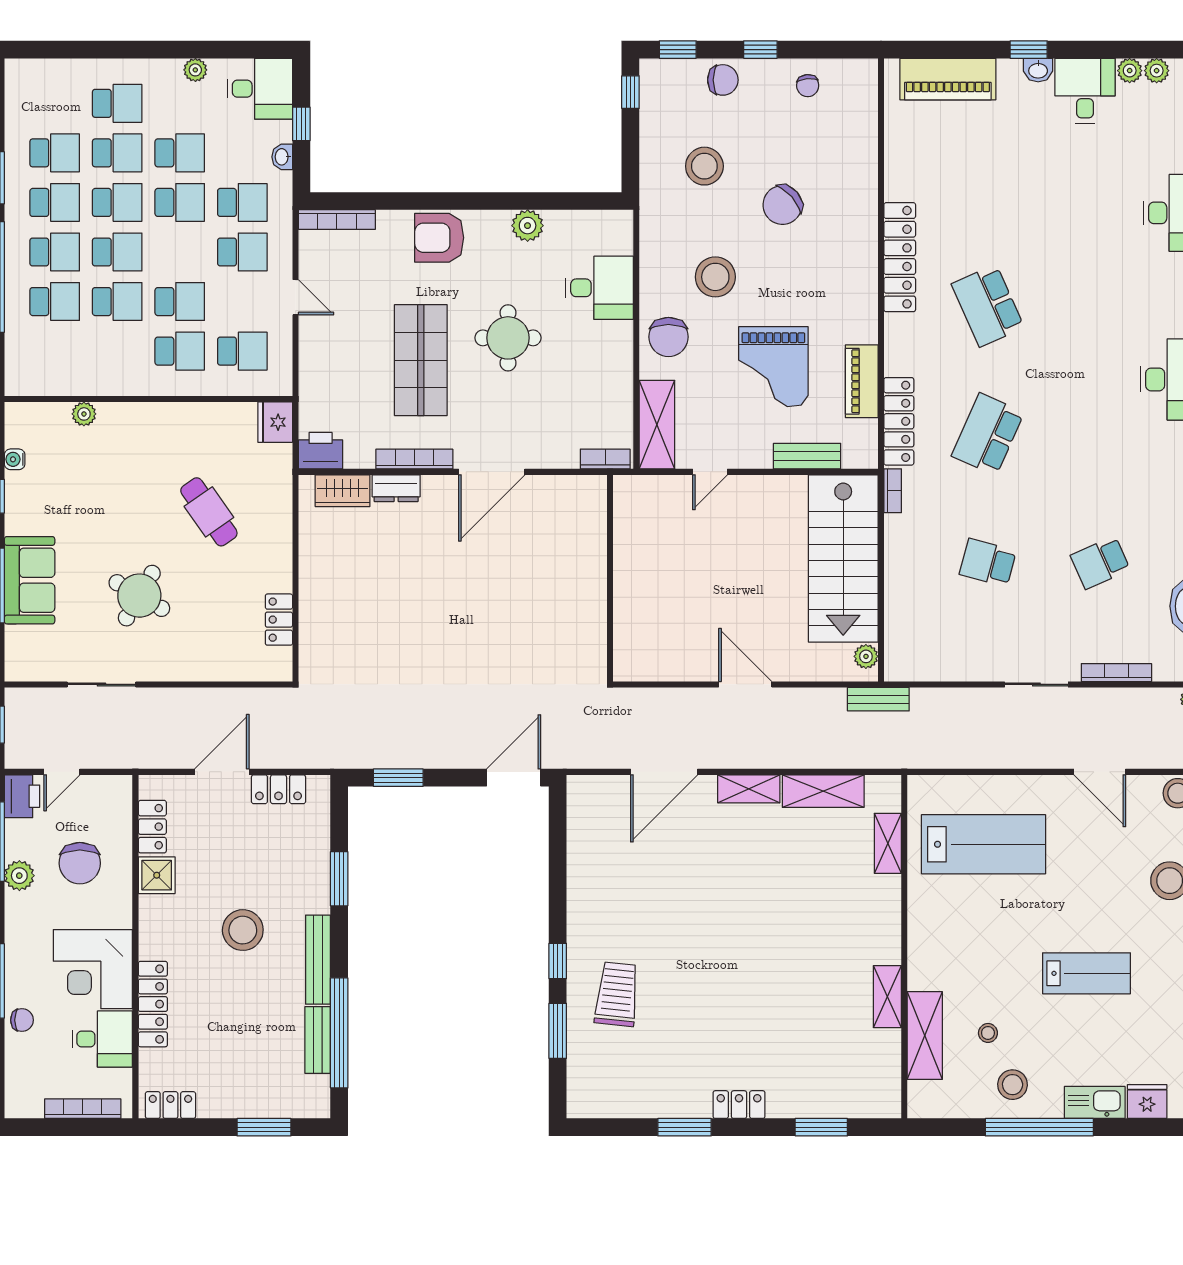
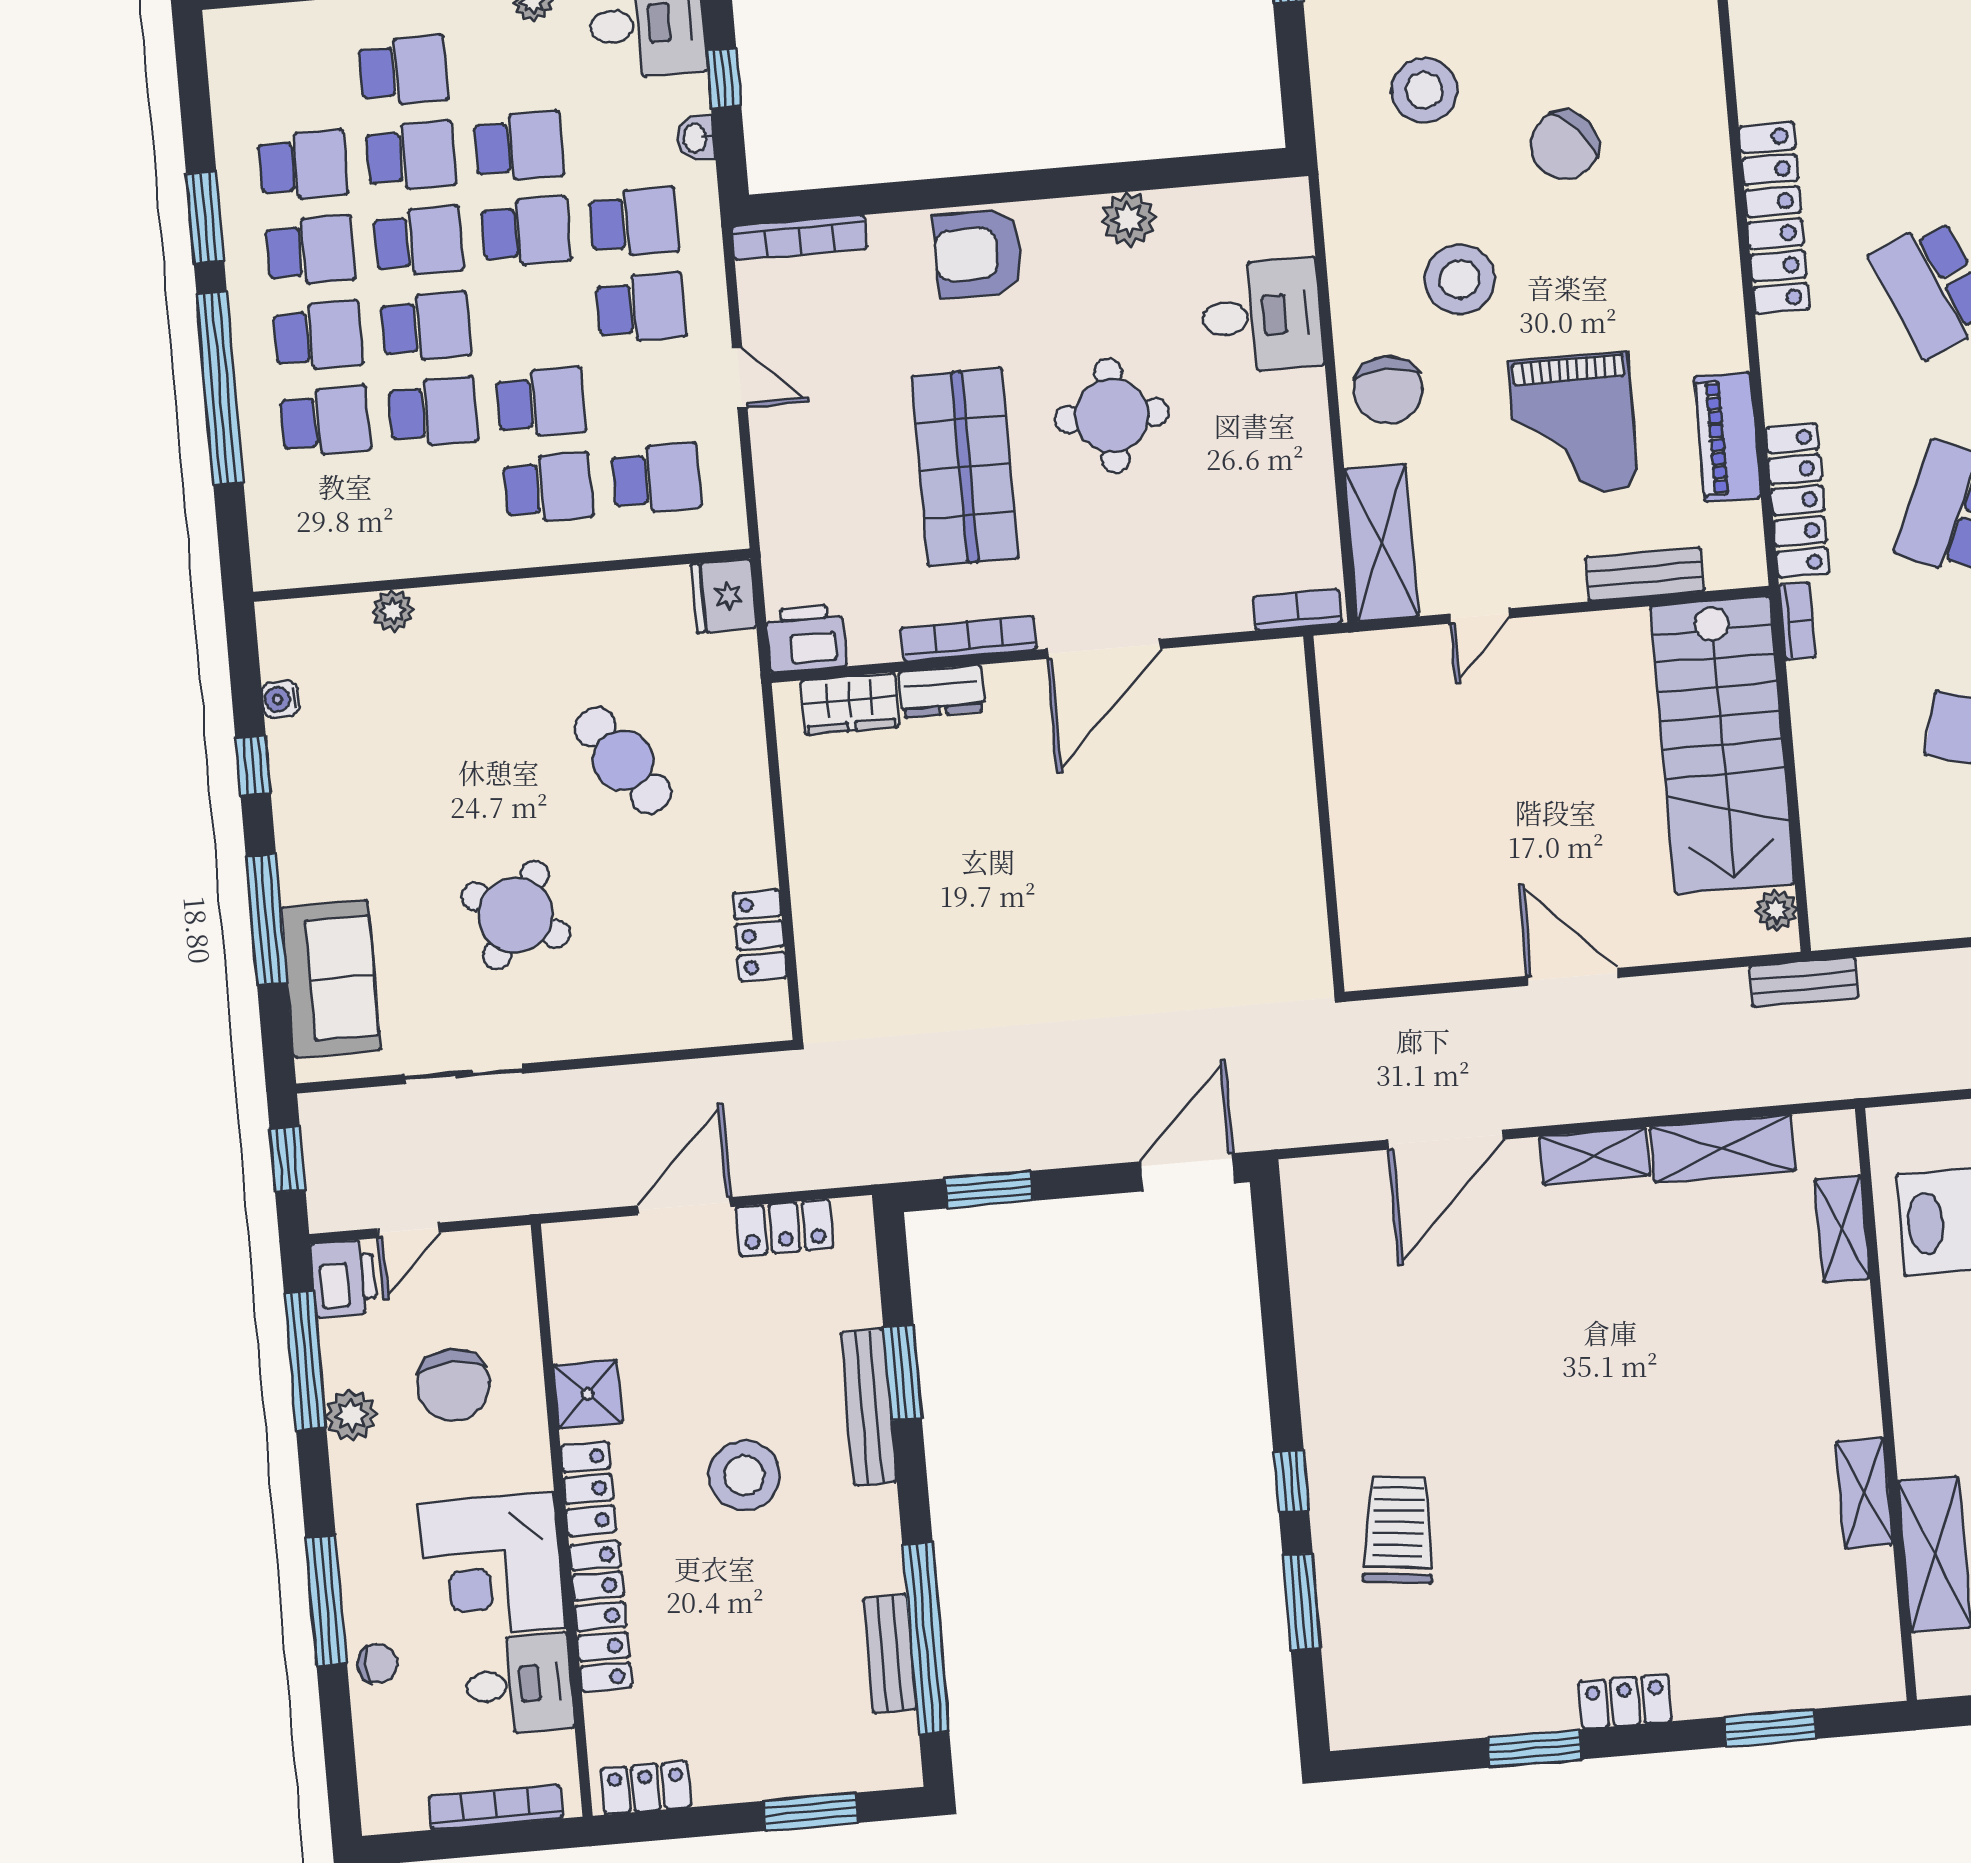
sofa: (30, 580) -> (331, 979), moved
locker: (152, 827) -> (588, 1489), moved
bench: (318, 960) -> (869, 1407), moved

